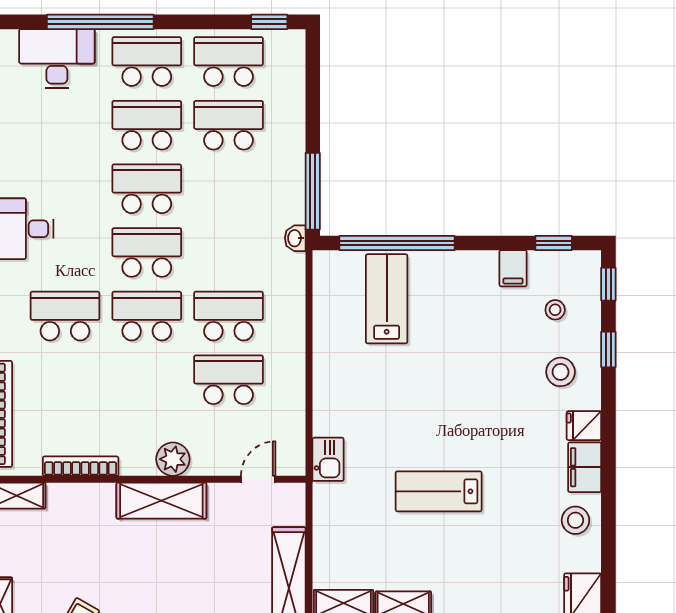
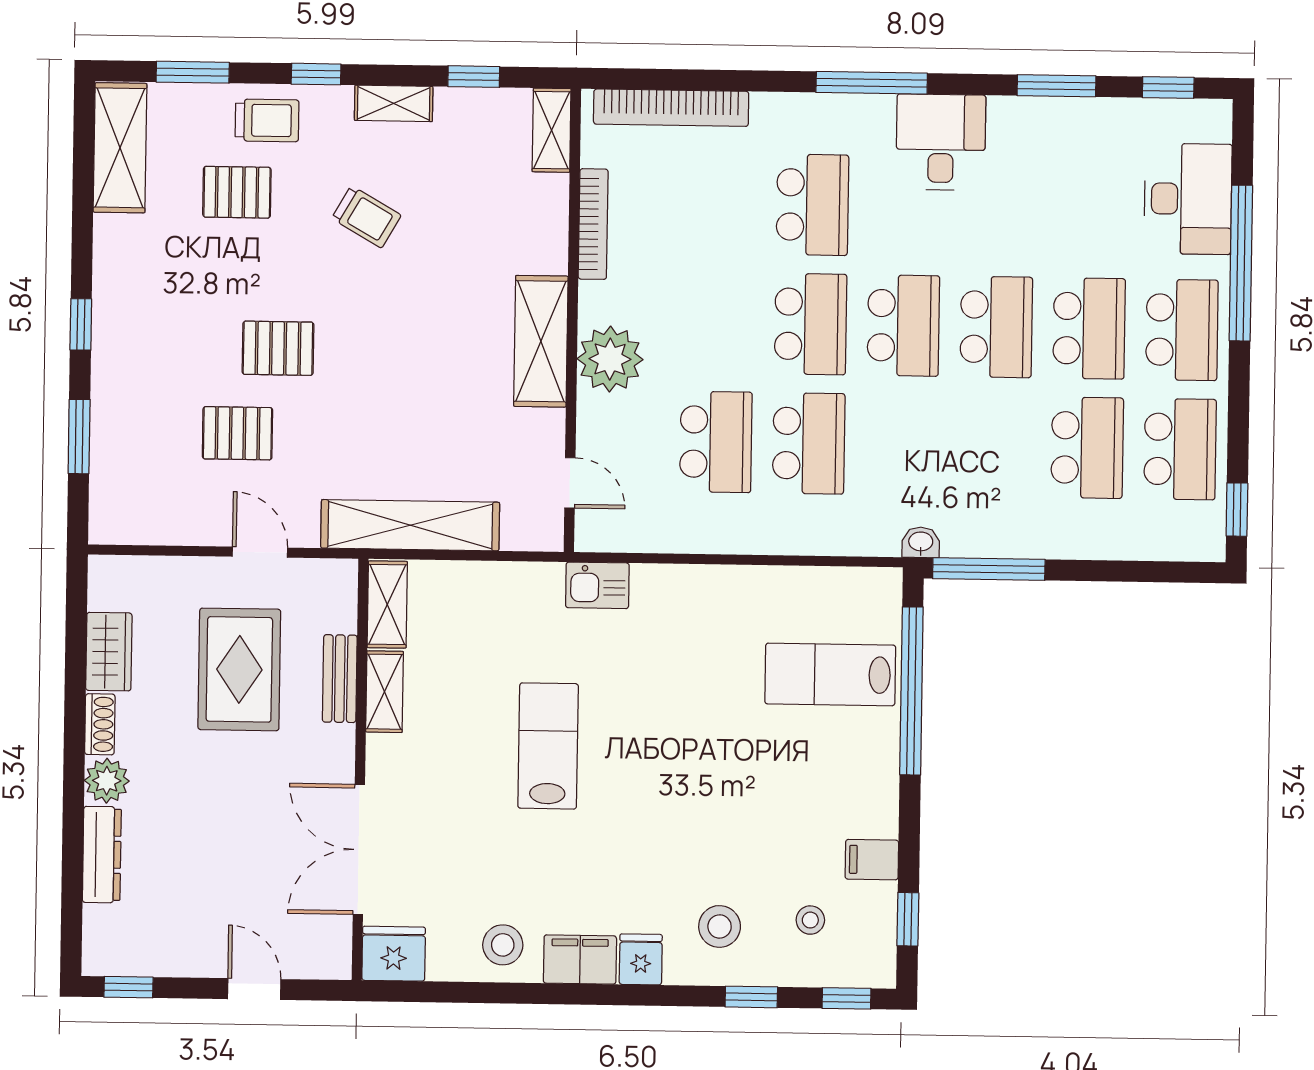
lab bench: (387, 299) -> (830, 674), turned 180
plant: (173, 459) -> (610, 359), width x1.36, depth x1.36

